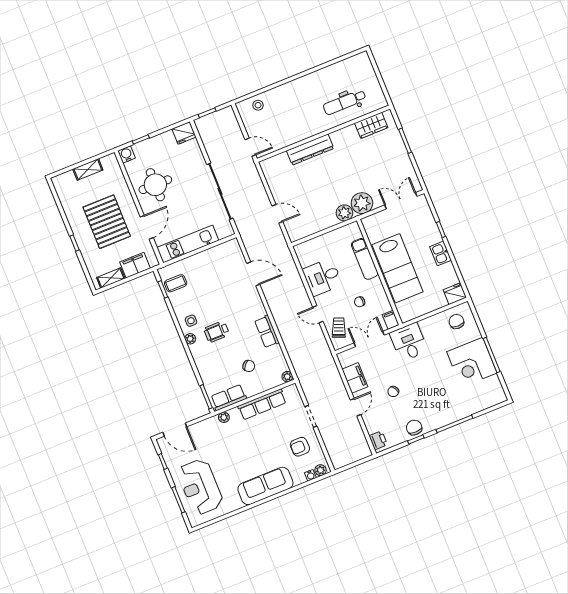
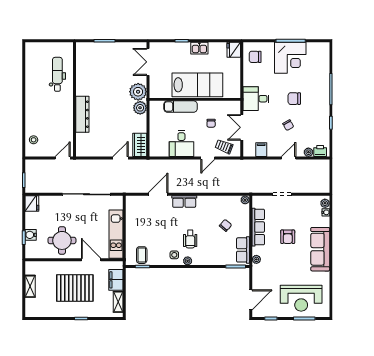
dental chair: (345, 102) -> (57, 74), turned 180
wardrobe: (371, 125) -> (140, 145), moved, turned 180
water cooler: (127, 154) -> (31, 235), moved
filing cabinet: (391, 320) -> (234, 106), removed
row of seats: (267, 332) -> (184, 202), moved
filing cabinet: (355, 378) -> (261, 150), width x0.50
door: (356, 407) -> (289, 158), hinge flipped
plant: (372, 427) -> (308, 152), added
chair: (414, 428) -> (294, 99), moved
armchair: (300, 447) -> (288, 237), moved

